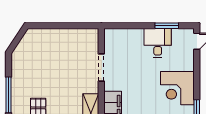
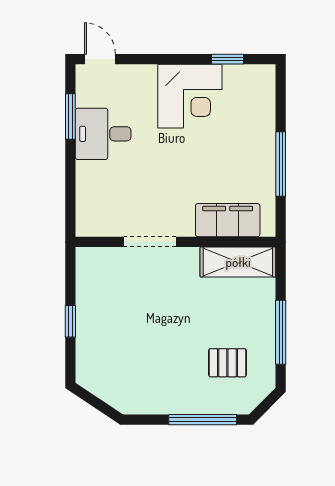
window: (60, 26) -> (70, 321), added

